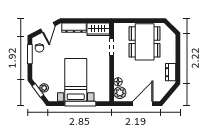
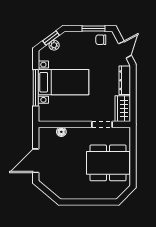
door: (48, 27) -> (125, 50), swing flipped
dresser: (171, 72) -> (72, 193), removed
plant: (120, 93) -> (49, 134), removed
door: (143, 104) -> (36, 161), swing flipped

